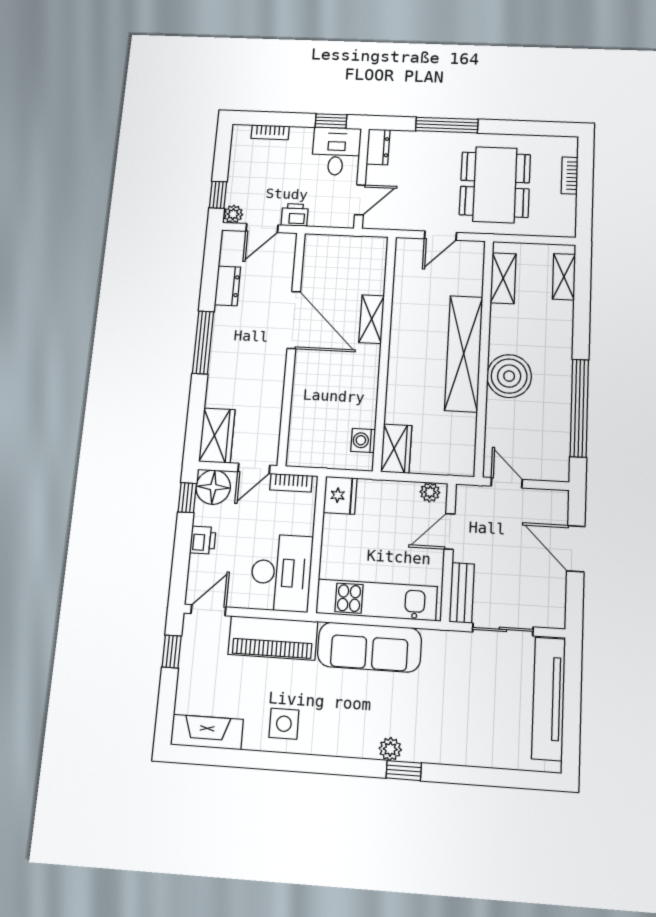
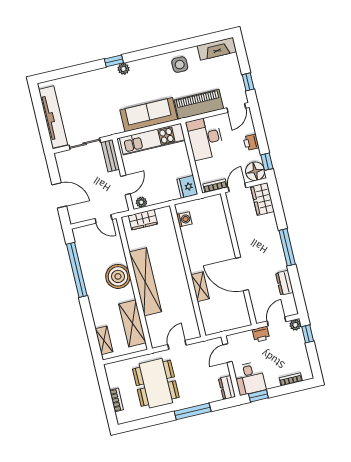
shelving: (503, 278) -> (132, 323), width x1.50, depth x1.33
wardrobe: (396, 449) -> (143, 220), moved, turned -90

